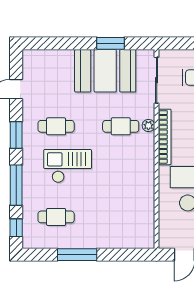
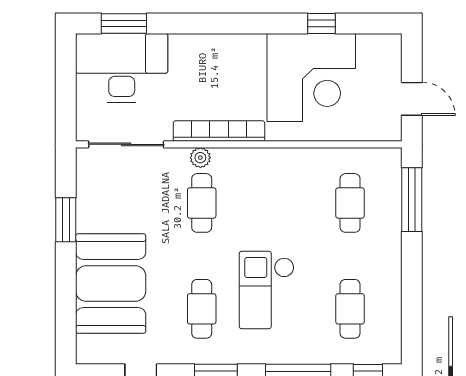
booth: (105, 71) -> (111, 284), moved
cafe table: (121, 217) -> (350, 203), added
window: (77, 255) -> (412, 200), moved

